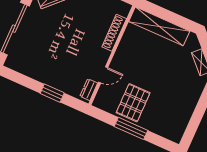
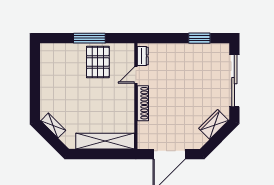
shoe rack: (114, 33) -> (143, 103), moved
window: (52, 93) -> (199, 38), moved

